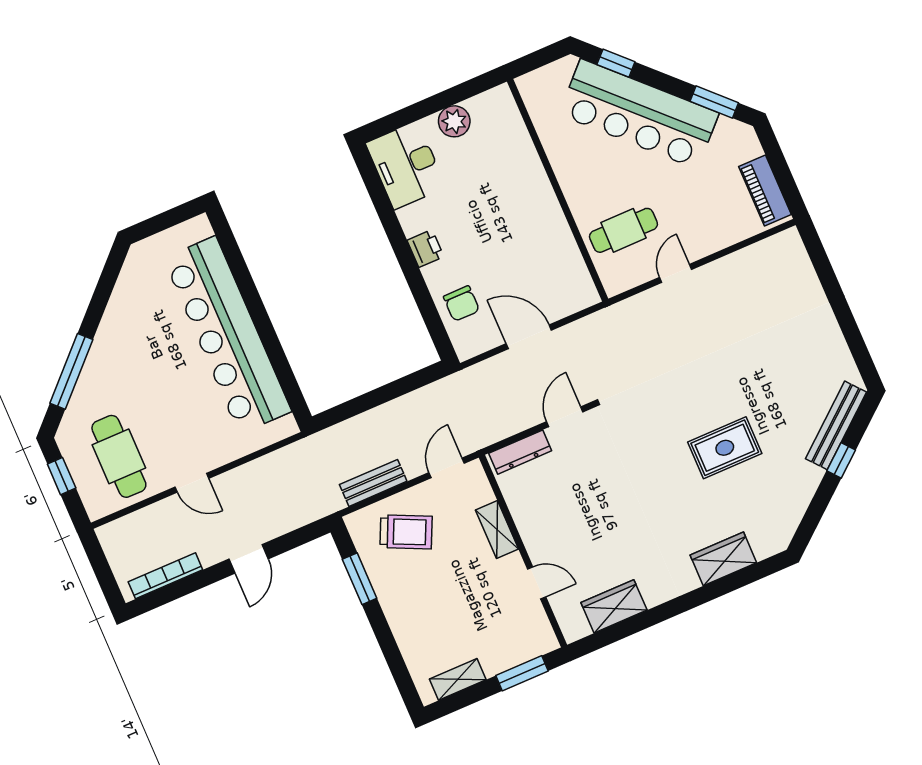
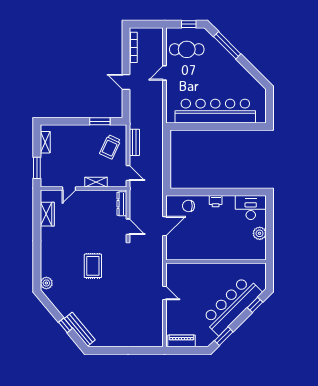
cafe table: (623, 230) -> (190, 280), removed
rug: (725, 448) -> (93, 266), moved
plant: (766, 543) -> (46, 283), added
wardrobe: (723, 559) -> (47, 264), removed

